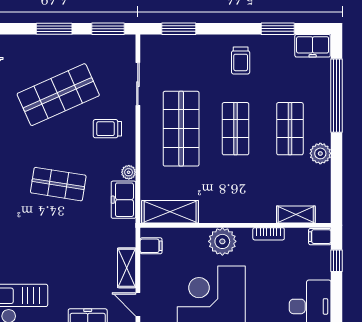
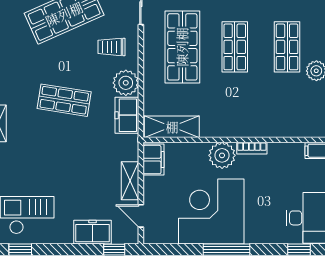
plant: (129, 172) -> (126, 83), width x1.88, depth x1.88
shelving: (296, 214) -> (293, 129), removed
bookcase: (269, 234) -> (252, 148), moved
filing cabinet: (151, 246) -> (153, 160), width x2.00

